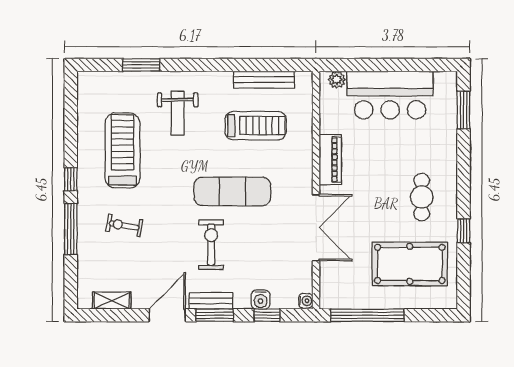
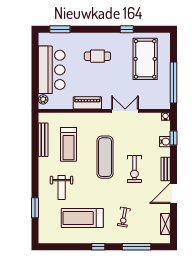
weight bench: (178, 113) -> (62, 187), turned 90
treadmill: (256, 126) -> (69, 144), turned 180
cafe table: (422, 197) -> (97, 56), moved
double door: (316, 228) -> (125, 111), width x0.73
window: (71, 229) -> (137, 247), moved
exercise bike: (211, 245) -> (134, 169), turned -90
door: (167, 315) -> (174, 193), hinge flipped
window: (215, 315) -> (174, 167), removed

